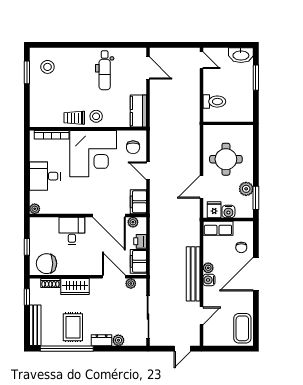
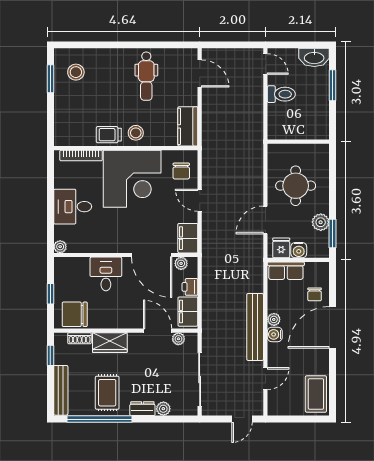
toilet: (214, 102) -> (281, 94), moved

